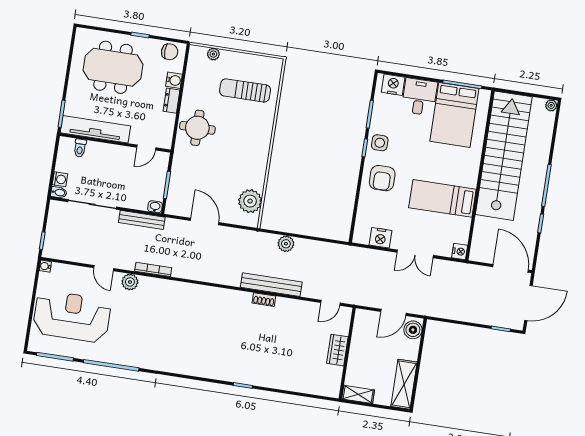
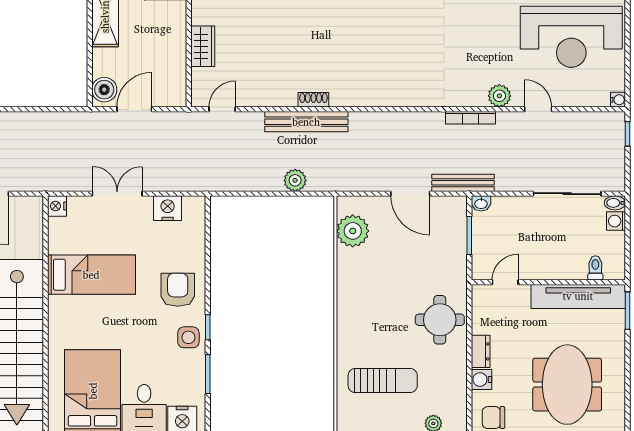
meeting table: (113, 67) -> (567, 385), turned 90
bench: (142, 220) -> (463, 183), moved

